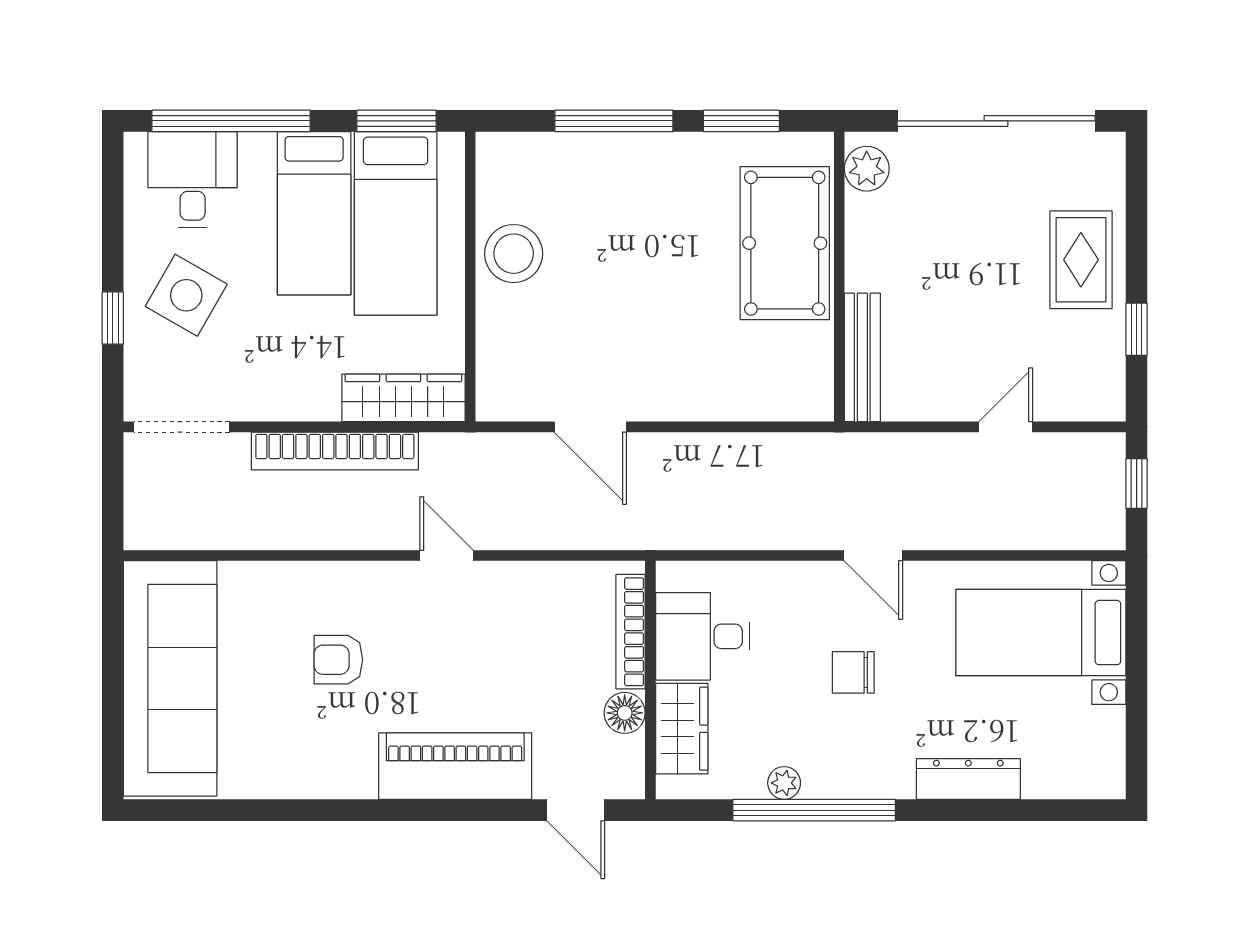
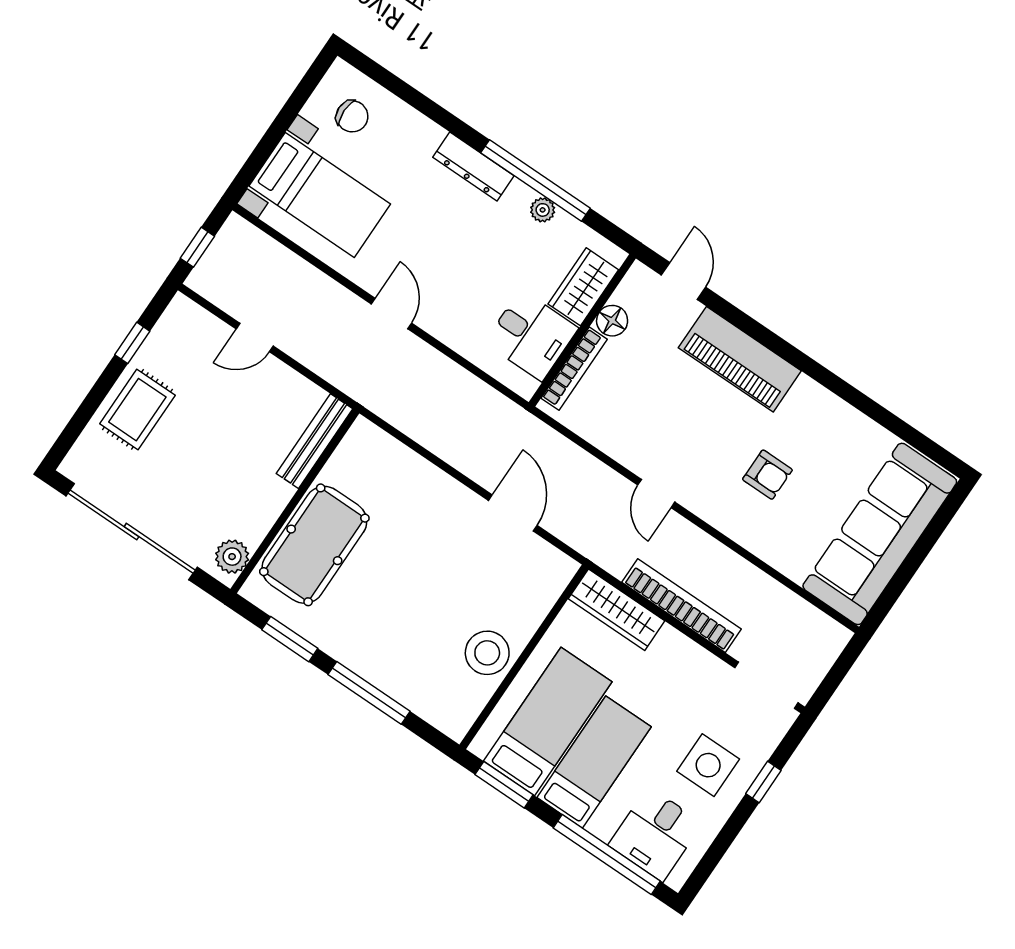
side table: (186, 295) -> (708, 765), turned -30
chair: (853, 672) -> (352, 116), moved
dresser: (968, 779) -> (473, 166), moved

